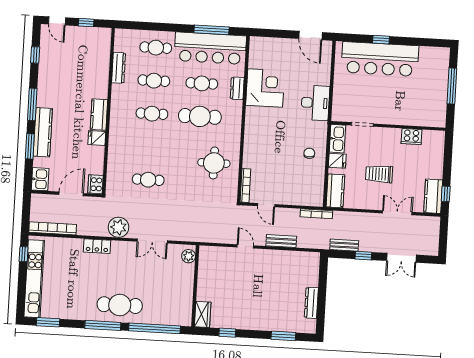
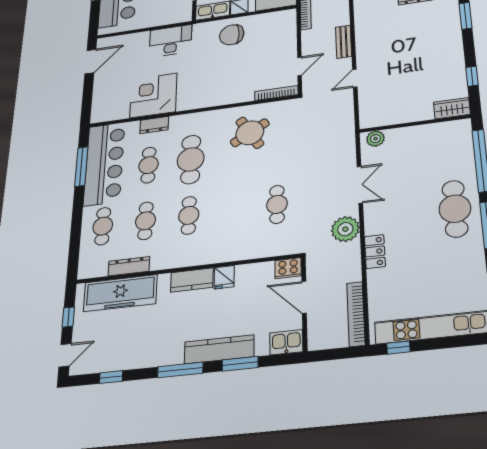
freezer: (98, 61) -> (120, 293), added
chair: (309, 153) -> (232, 35), width x1.87, depth x1.87
round table: (214, 163) -> (250, 133), turned -31

